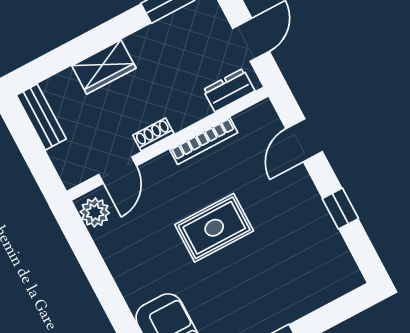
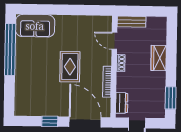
bench: (41, 117) -> (131, 22), moved
door: (304, 140) -> (85, 122), width x1.88
plant: (95, 212) -> (102, 22), removed

